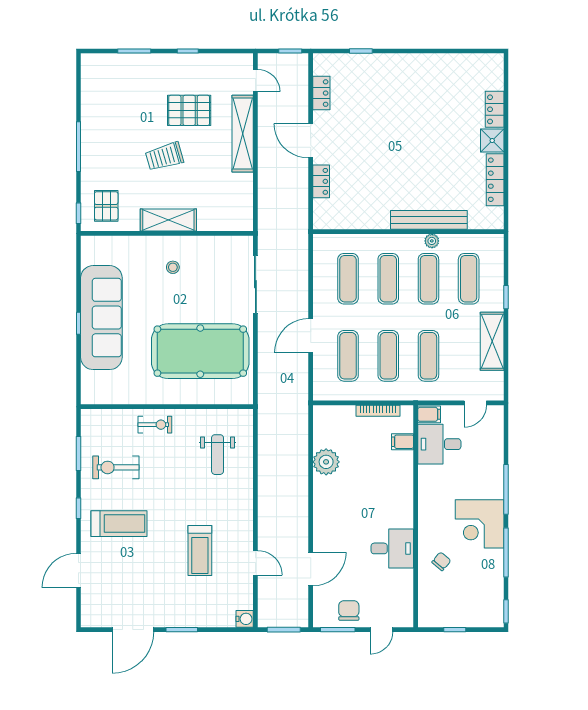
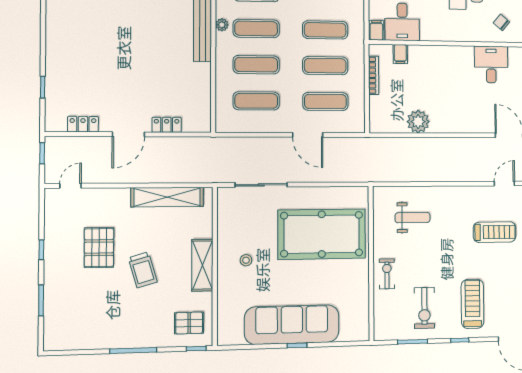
shelving: (243, 134) -> (167, 197), moved
pool table: (200, 351) -> (322, 234), turned 90

